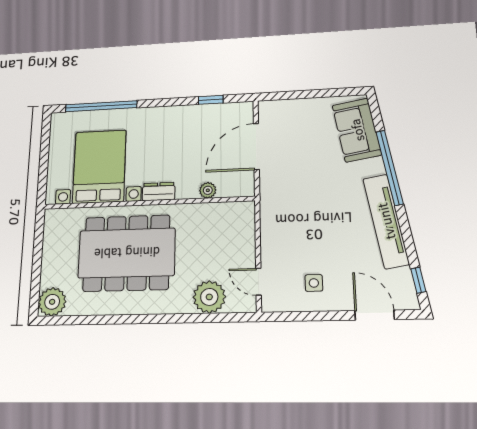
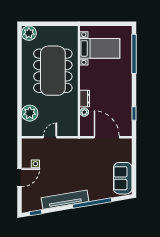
sofa: (357, 130) -> (123, 178), moved, turned -80
bed with nightstands: (99, 167) -> (100, 48), width x0.73
dresser: (159, 192) -> (85, 99), moved
door: (259, 282) -> (50, 137), moved
door: (375, 315) -> (20, 178), moved

